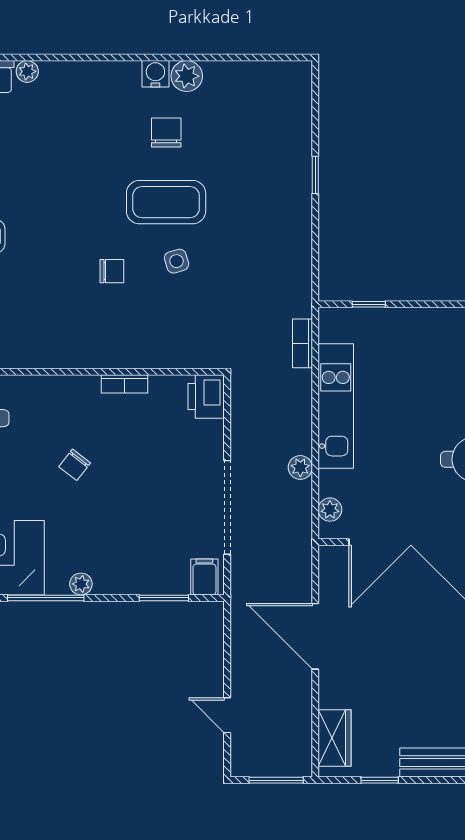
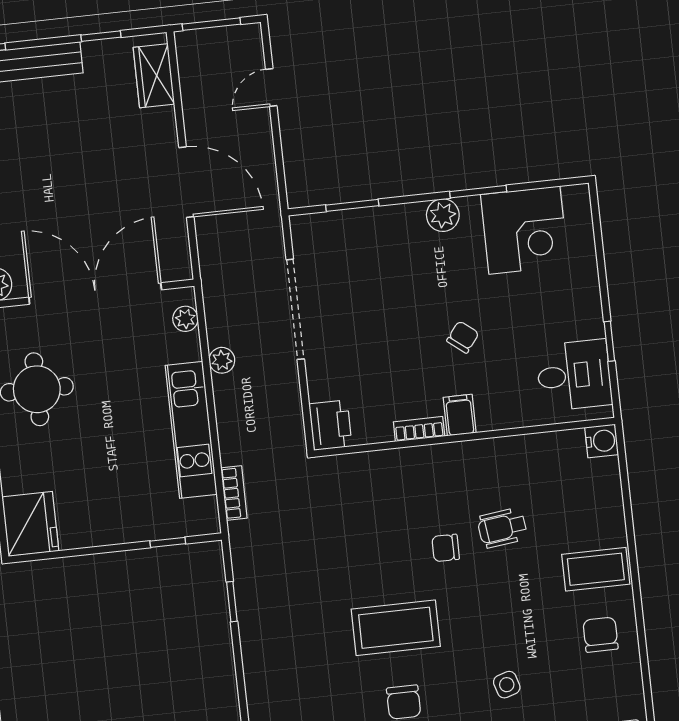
window: (315, 175) -> (232, 602), moved
side table: (177, 261) -> (507, 685), moved
wheelchair: (57, 284) -> (502, 528), added
filing cabinet: (204, 577) -> (460, 415), moved, turned 180
plant: (81, 584) -> (443, 215), width x1.38, depth x1.38
window: (46, 598) -> (478, 192), width x0.69
door: (227, 715) -> (271, 87), swing flipped

